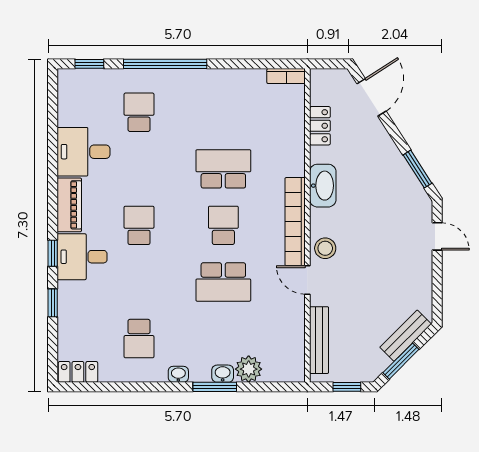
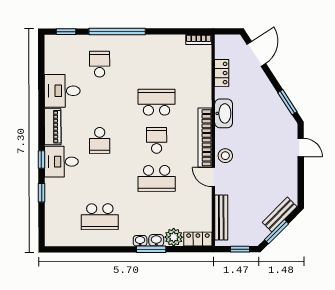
school desk: (139, 225) -> (100, 140), turned 180
school desk: (139, 338) -> (100, 217), width x1.85
locker: (78, 372) -> (198, 239), moved
washbasin: (178, 374) -> (140, 241), moved

